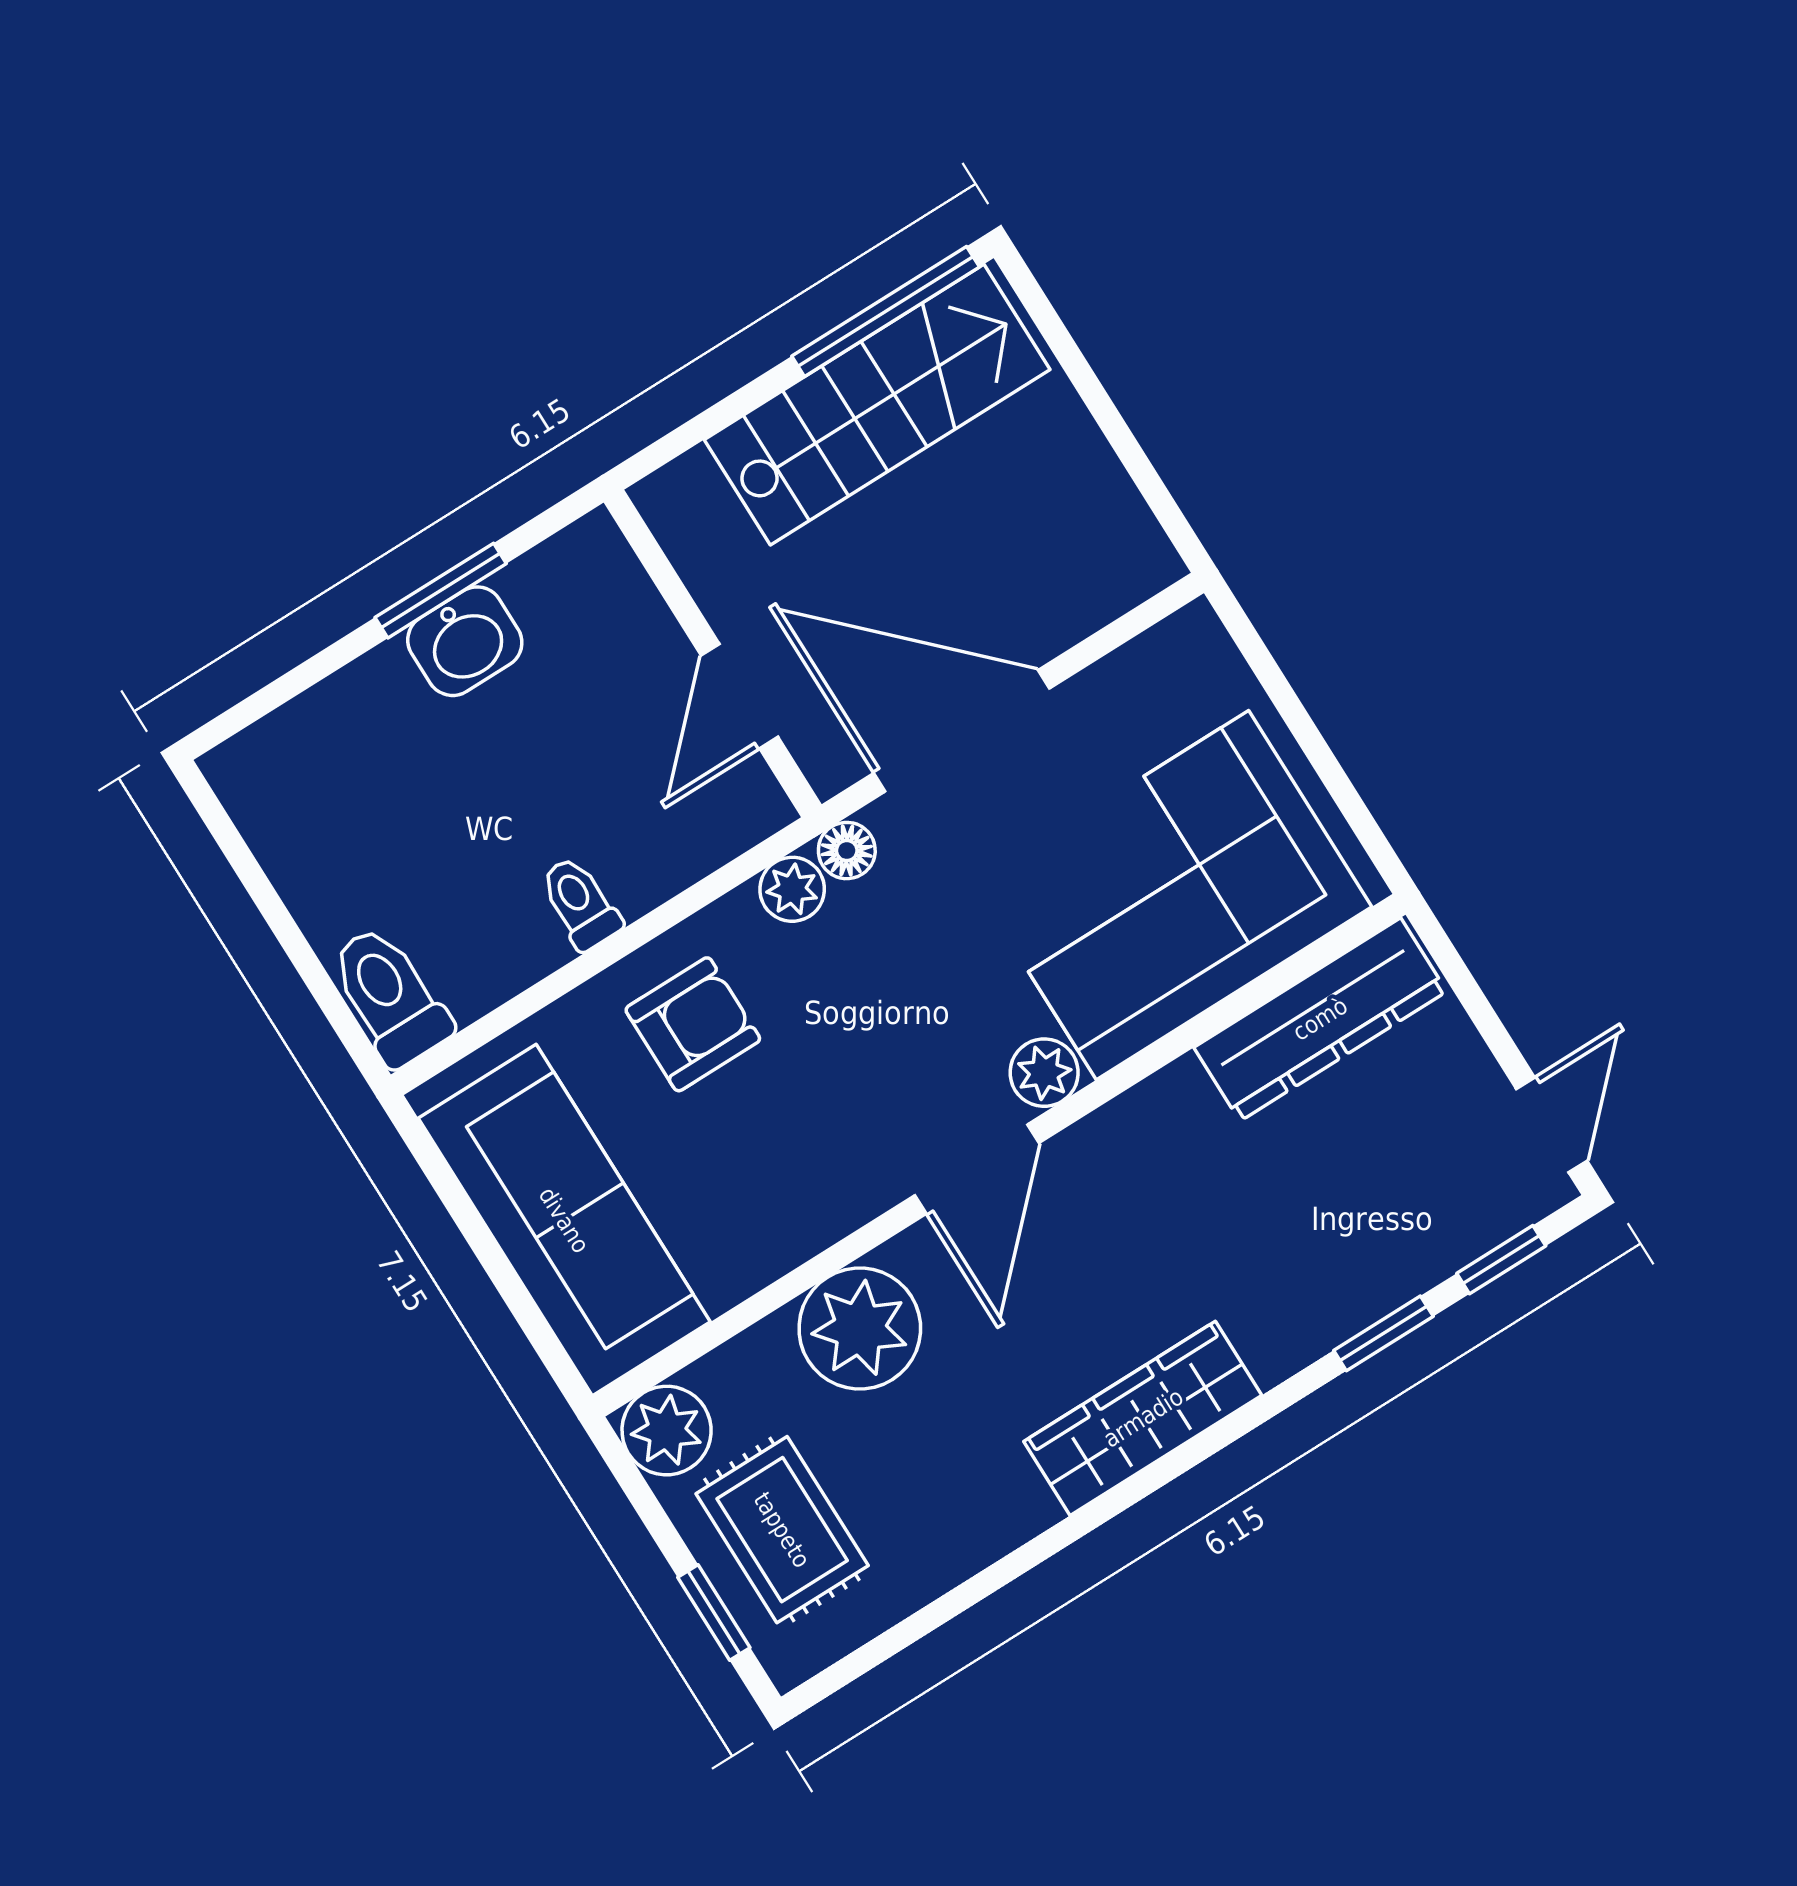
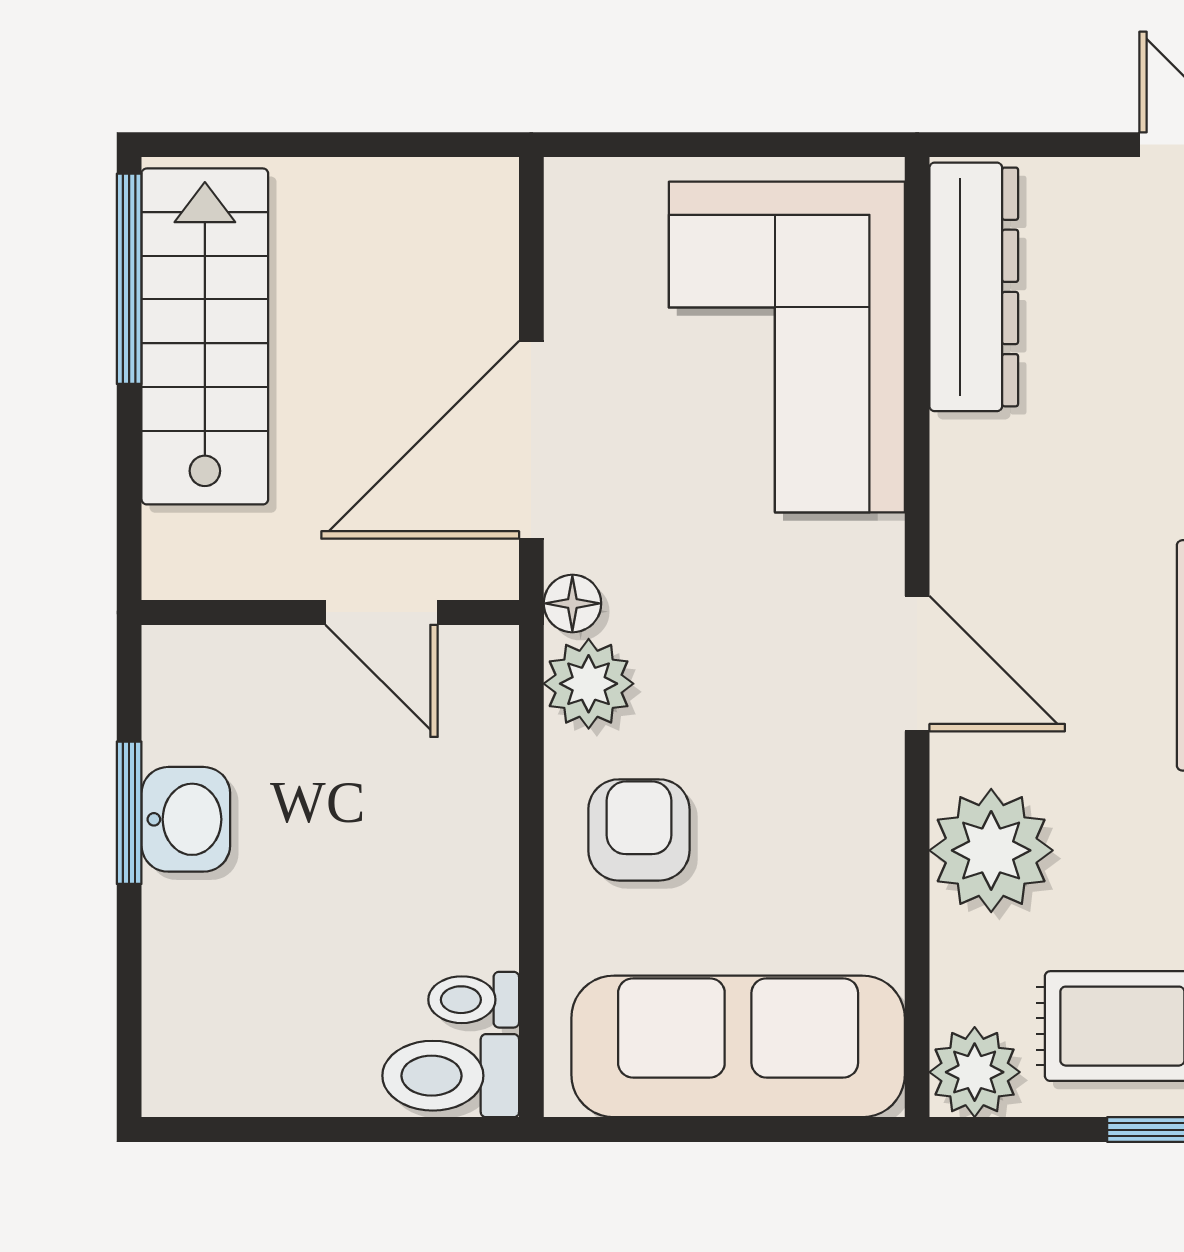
plant: (792, 889) -> (589, 684), width x1.38, depth x1.38
toilet: (580, 903) -> (474, 1000), moved
plant: (1044, 1073) -> (870, 553), removed

